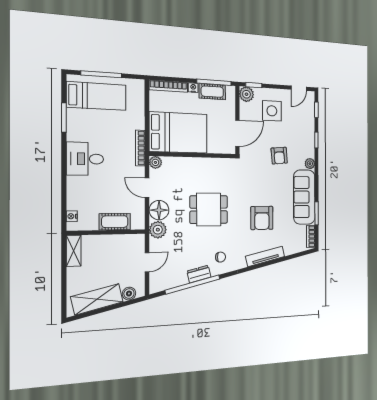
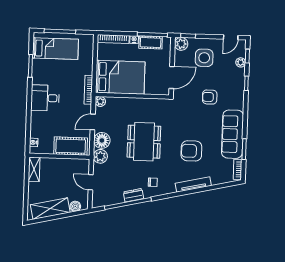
armchair: (279, 156) -> (210, 97), turned 95
plant: (310, 164) -> (241, 62), moved
door: (147, 188) -> (93, 122), hinge flipped
dining table: (209, 210) -> (144, 142), width x1.38
armchair: (262, 218) -> (191, 151), turned 90
cot: (115, 222) -> (71, 146), width x1.37, depth x1.34
door: (147, 262) -> (91, 182), swing flipped

